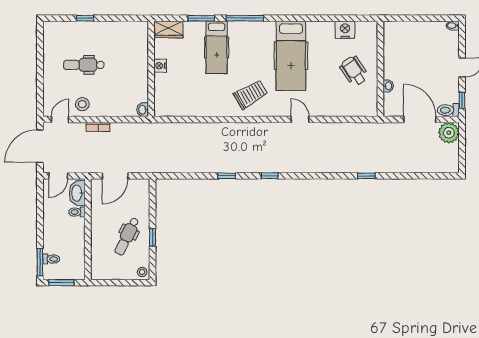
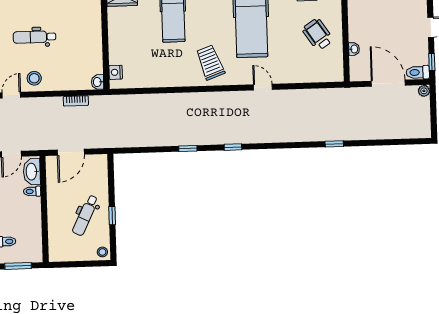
nightstand: (160, 66) -> (116, 72), moved
trolley: (251, 94) -> (210, 62), turned -80
bookcase: (98, 127) -> (76, 101), moved
plant: (449, 133) -> (424, 91), width x0.53, depth x0.53

